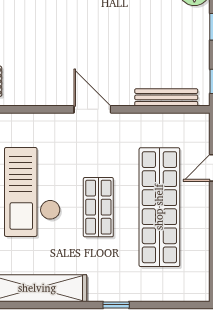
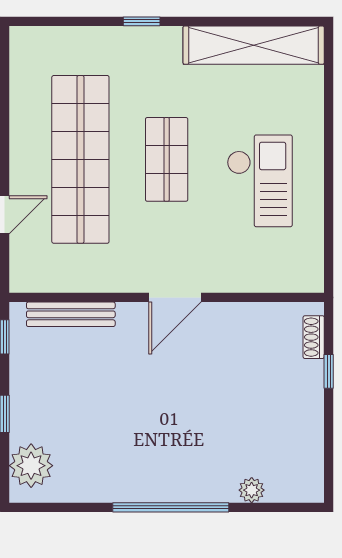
door: (92, 109) -> (175, 297), hinge flipped
checkout: (32, 192) -> (260, 181), width x0.73, depth x0.83

